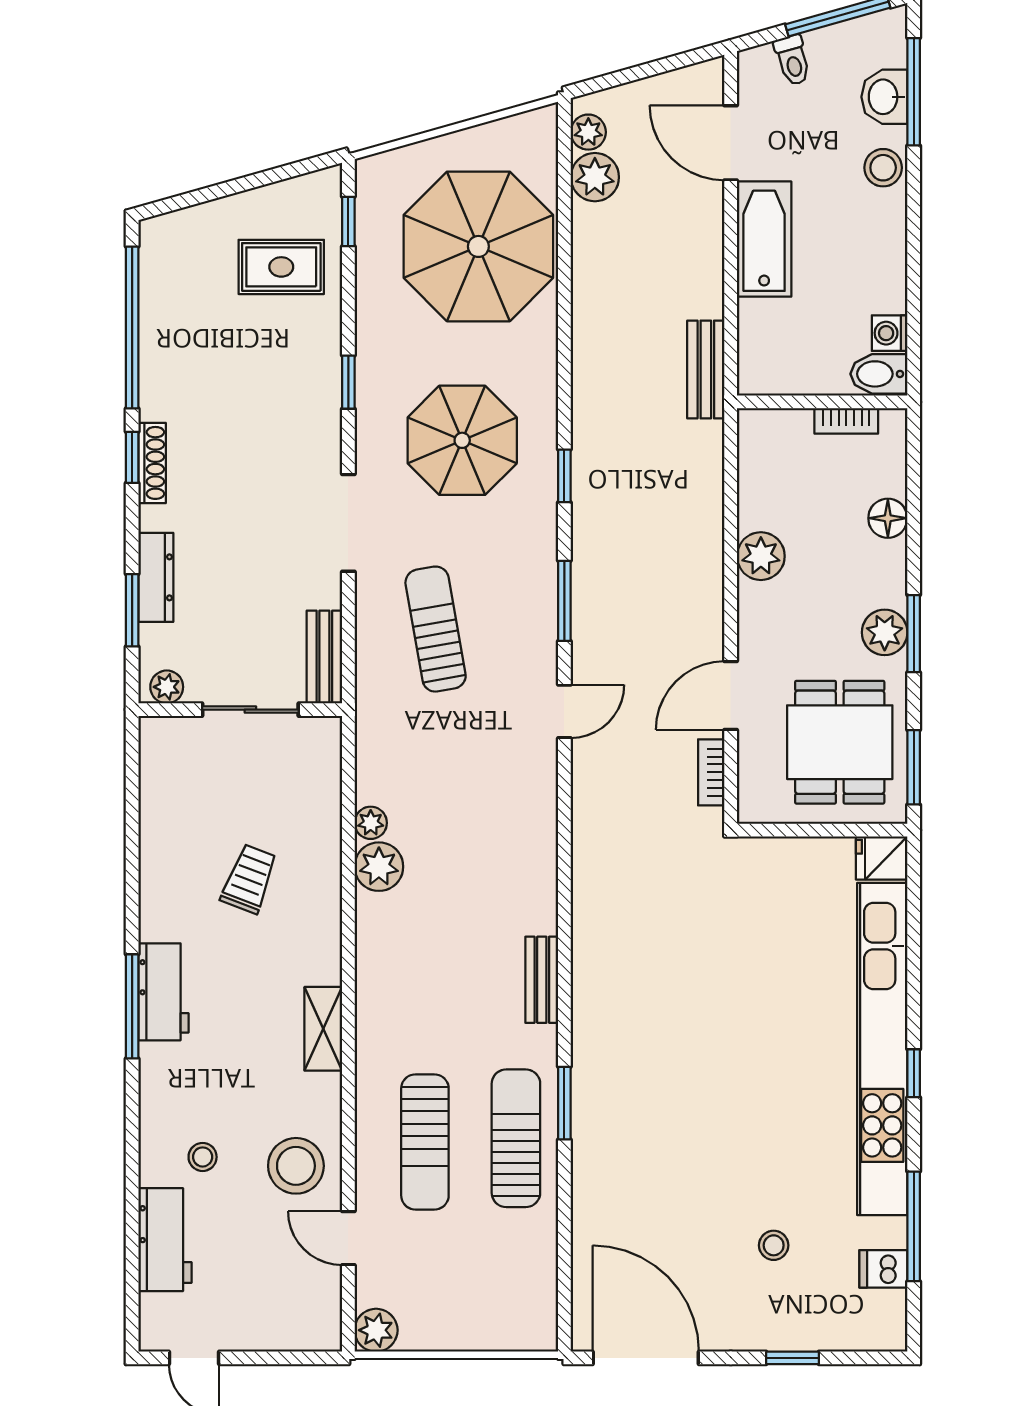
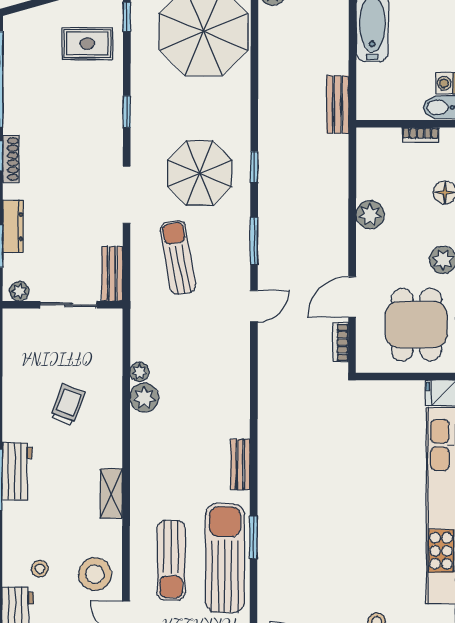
parasol: (462, 440) -> (200, 173), moved
sun lounger: (516, 1138) -> (225, 558), width x1.36, depth x1.34

